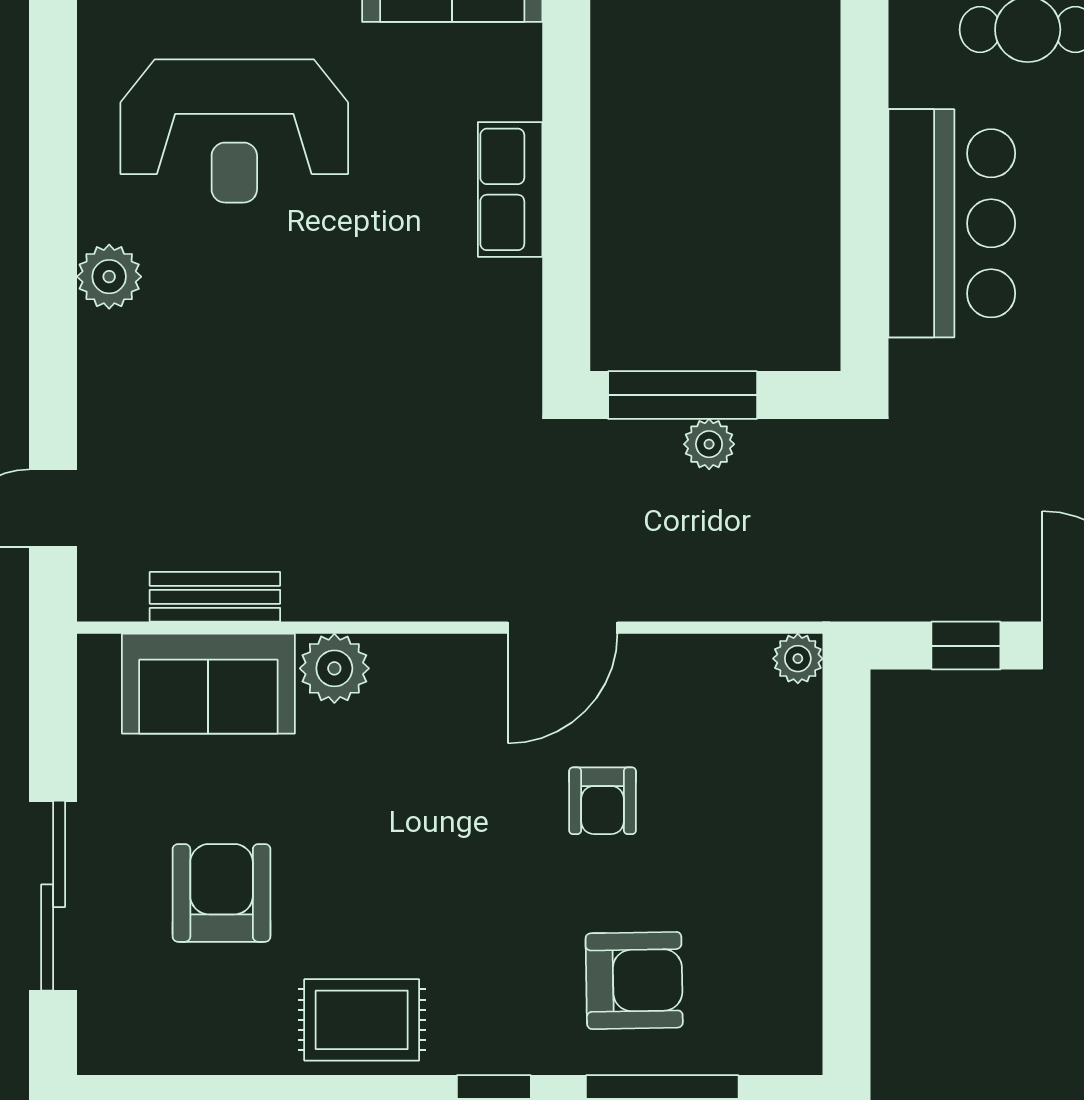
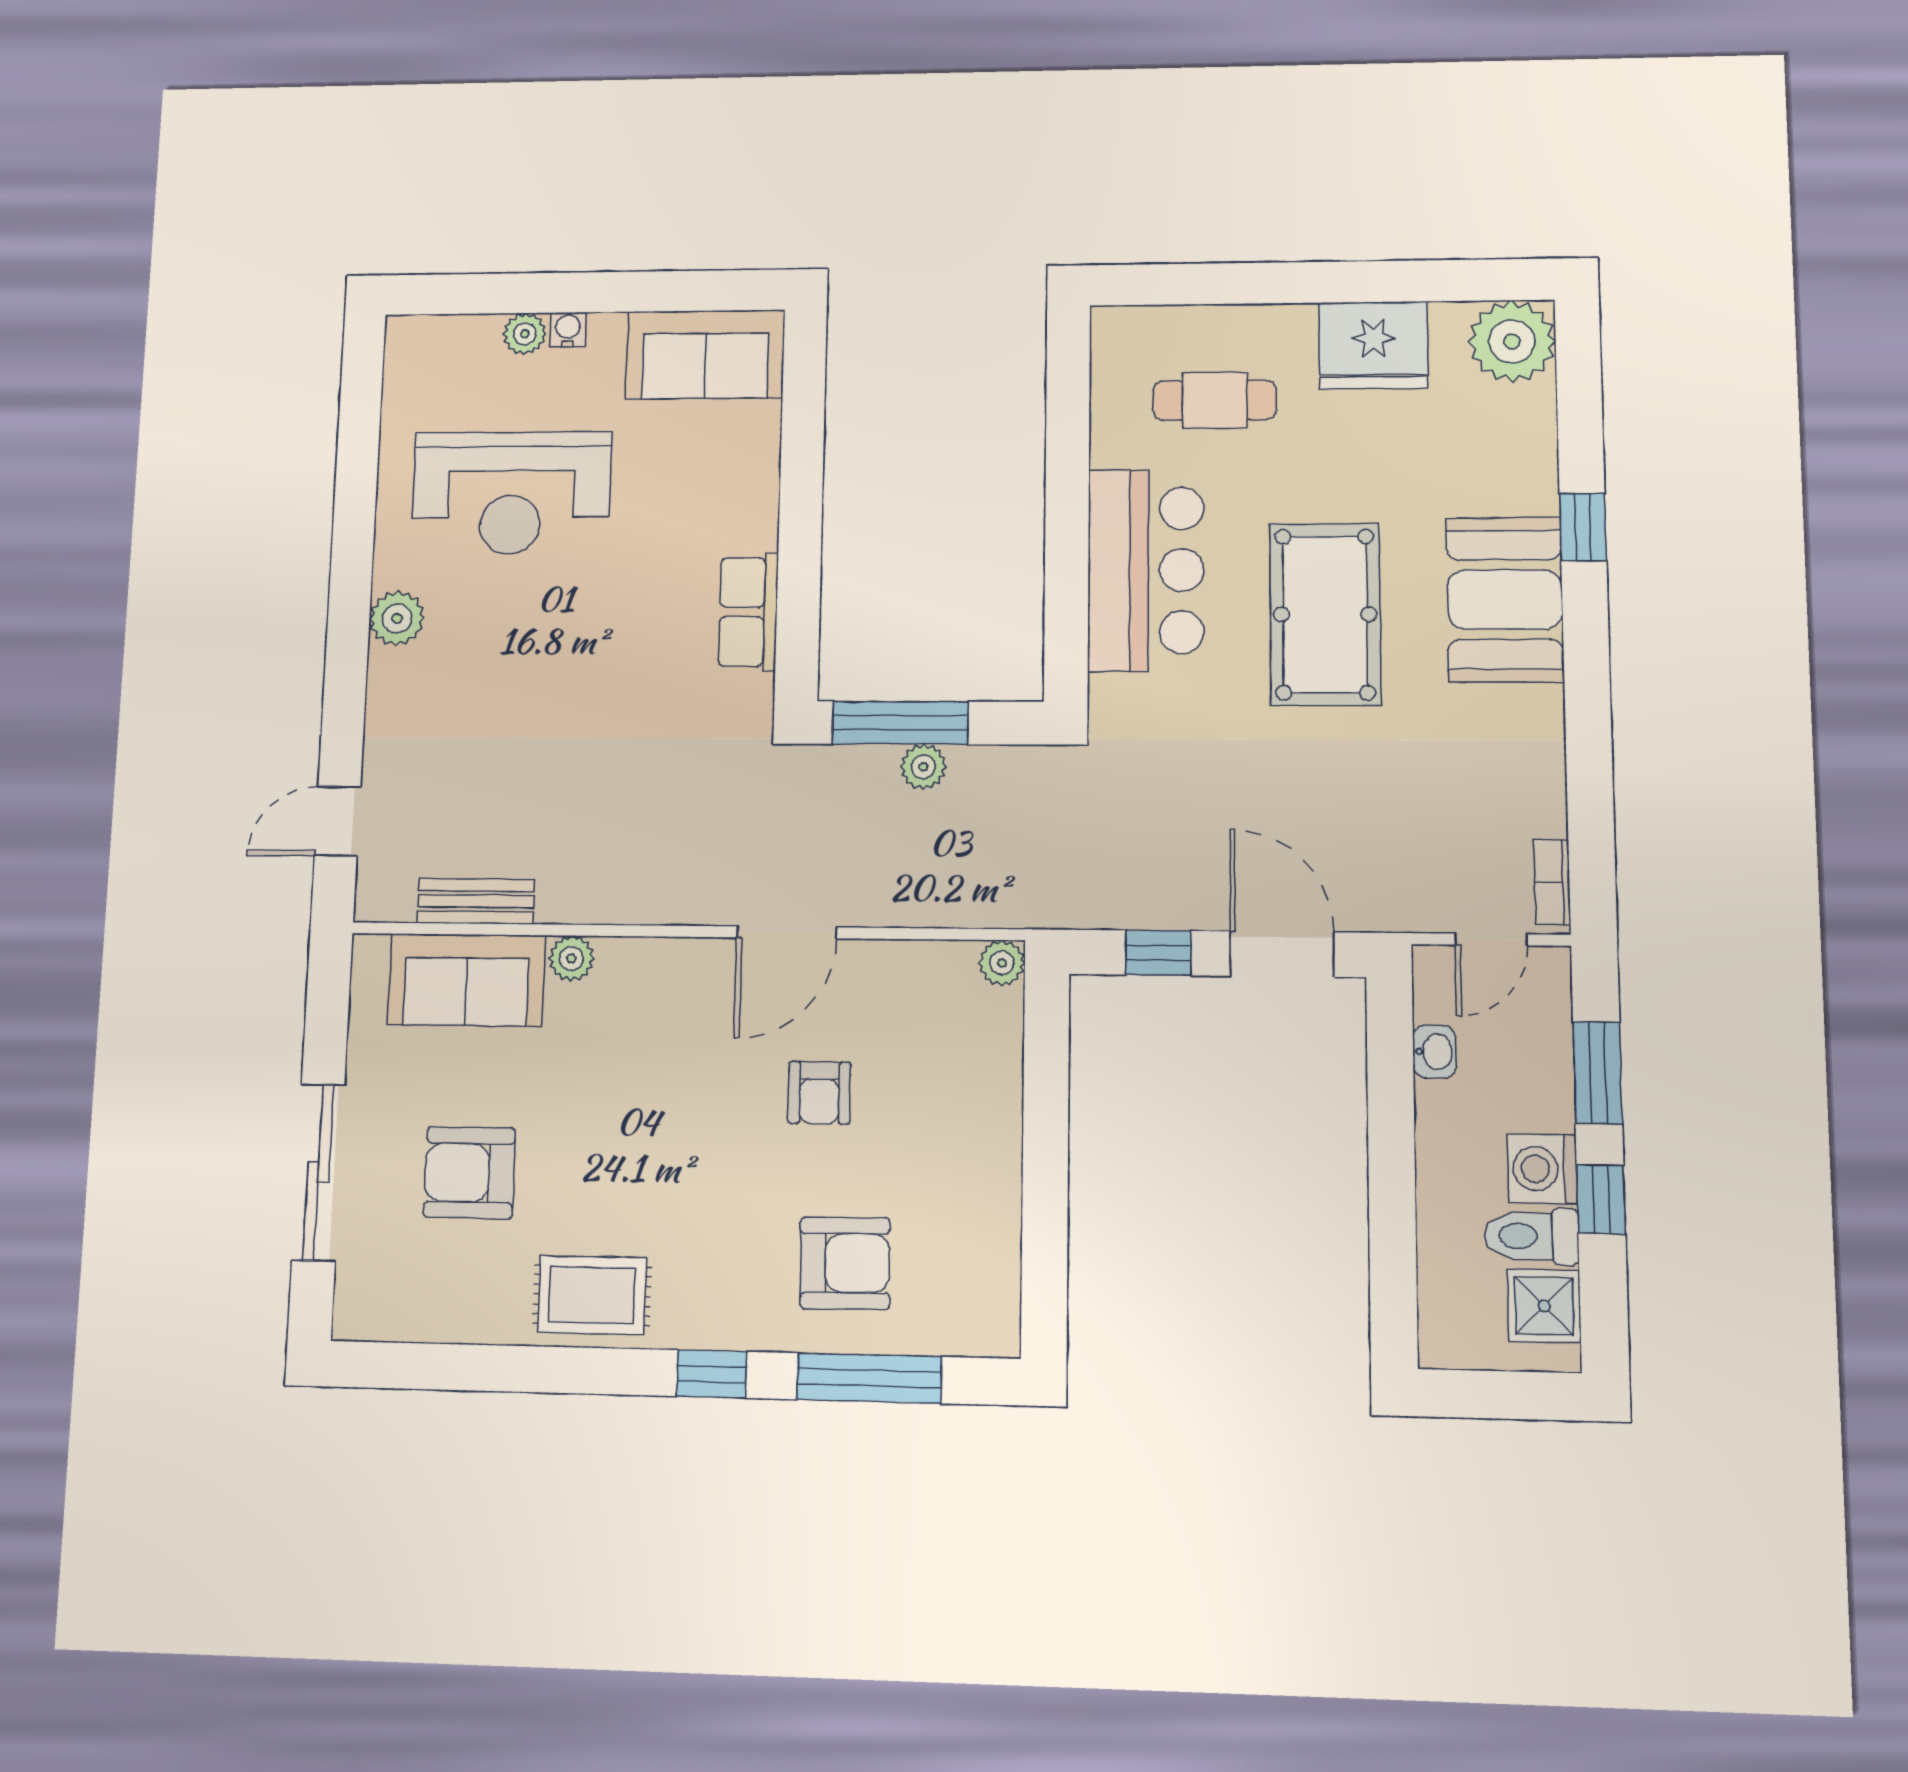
row of seats: (510, 189) -> (748, 612), moved
plant: (334, 668) -> (571, 959), width x0.73, depth x0.73
armchair: (222, 893) -> (469, 1173), turned -90

